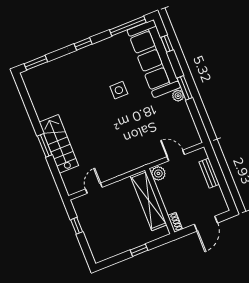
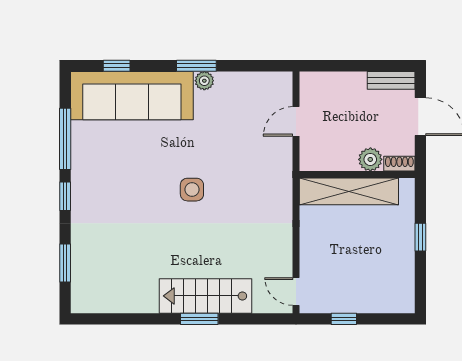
window: (128, 26) -> (65, 139), moved
window: (36, 63) -> (65, 263), moved
side table: (119, 90) -> (192, 190), moved
plant: (158, 173) -> (370, 159), moved
bench: (209, 173) -> (391, 80), moved
door: (94, 188) -> (296, 292), moved

